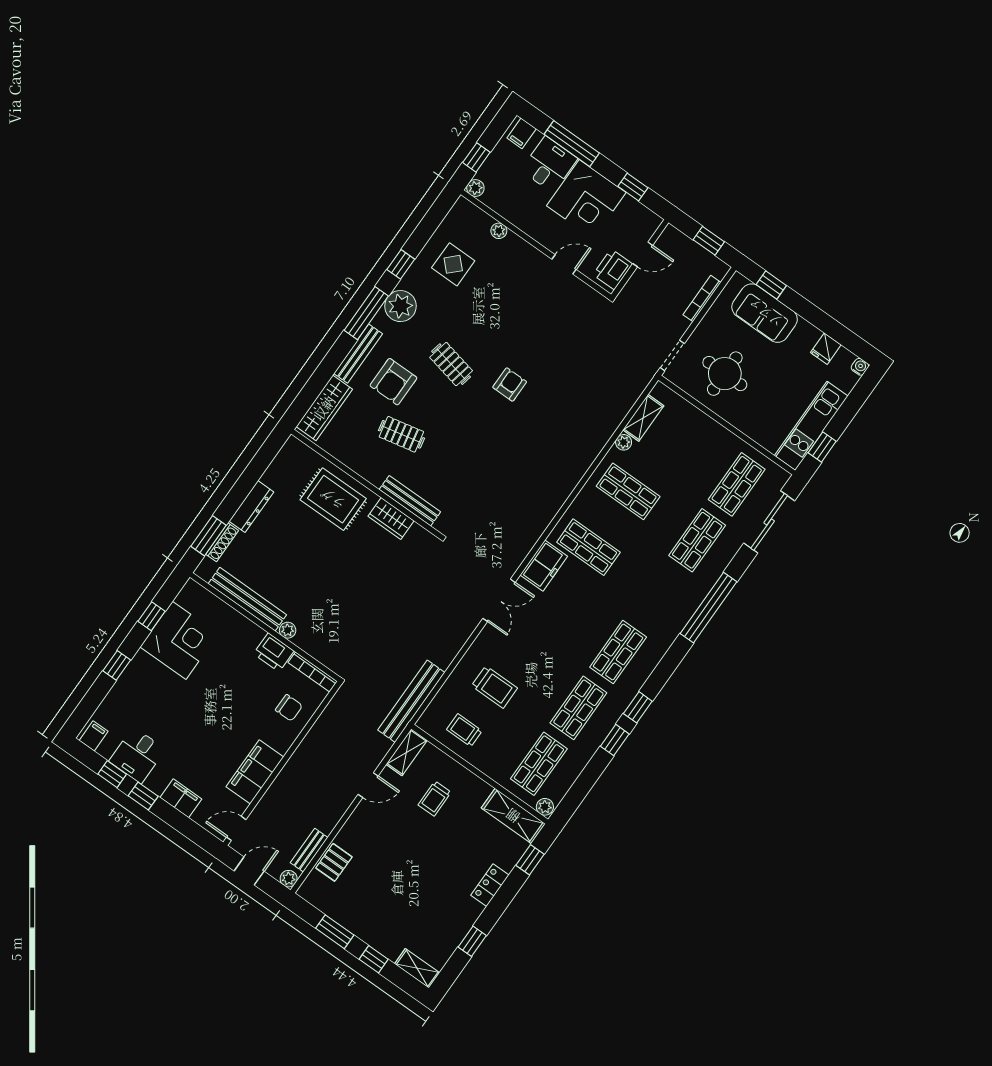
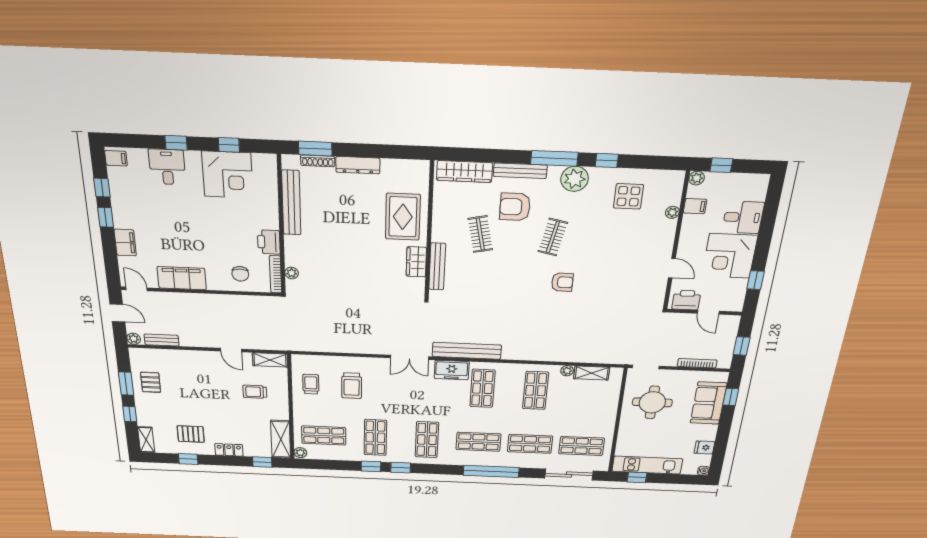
filing cabinet: (522, 133) -> (695, 206), moved, turned 180
window: (572, 144) -> (768, 223), removed
shop shelf: (658, 596) -> (478, 442), added
plant: (288, 630) -> (292, 273), moved
shop shelf: (618, 652) -> (427, 440), turned 90
bench: (411, 701) -> (467, 351), moved
shop shelf: (578, 708) -> (375, 438), turned 90
desk: (137, 755) -> (167, 167), moved, turned 90
pallet: (334, 862) -> (151, 382), moved, turned 90
pallet: (442, 912) -> (191, 434), added

